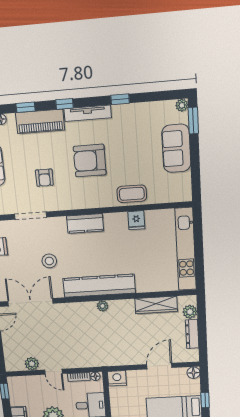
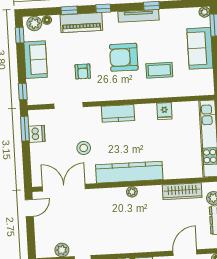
tv unit: (88, 113) -> (138, 16), moved
coffee table: (132, 194) -> (159, 70), moved

